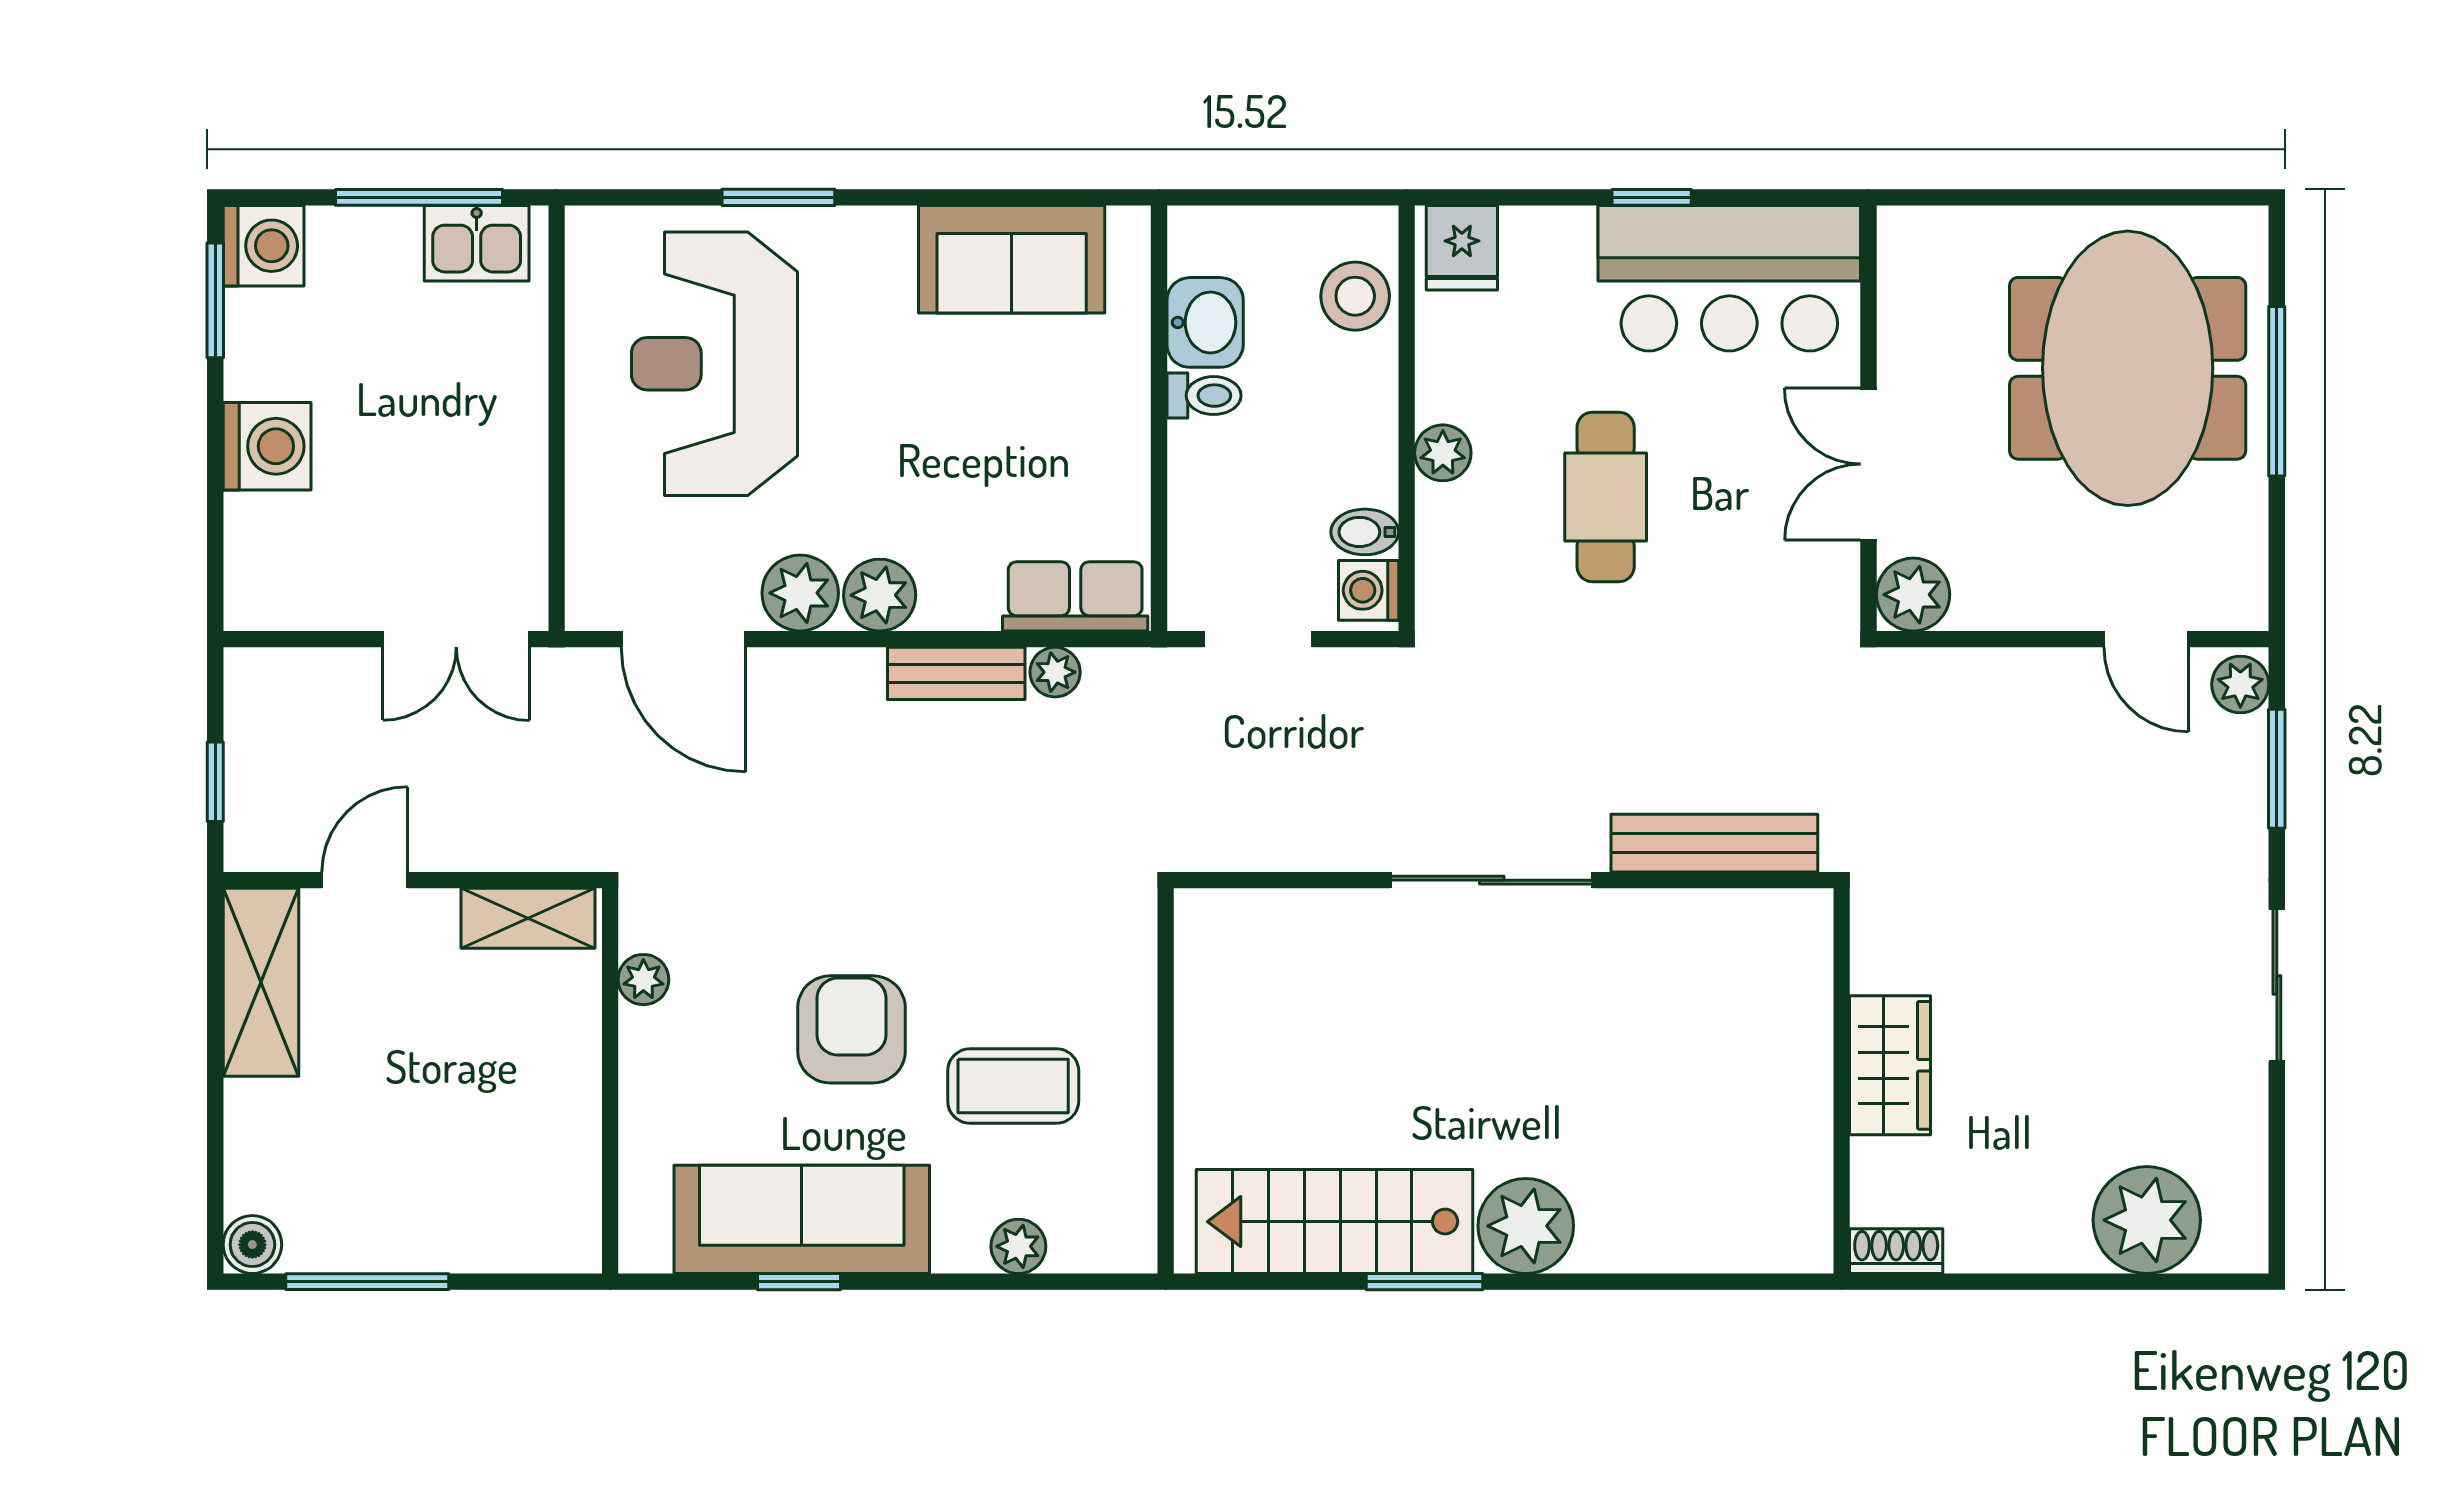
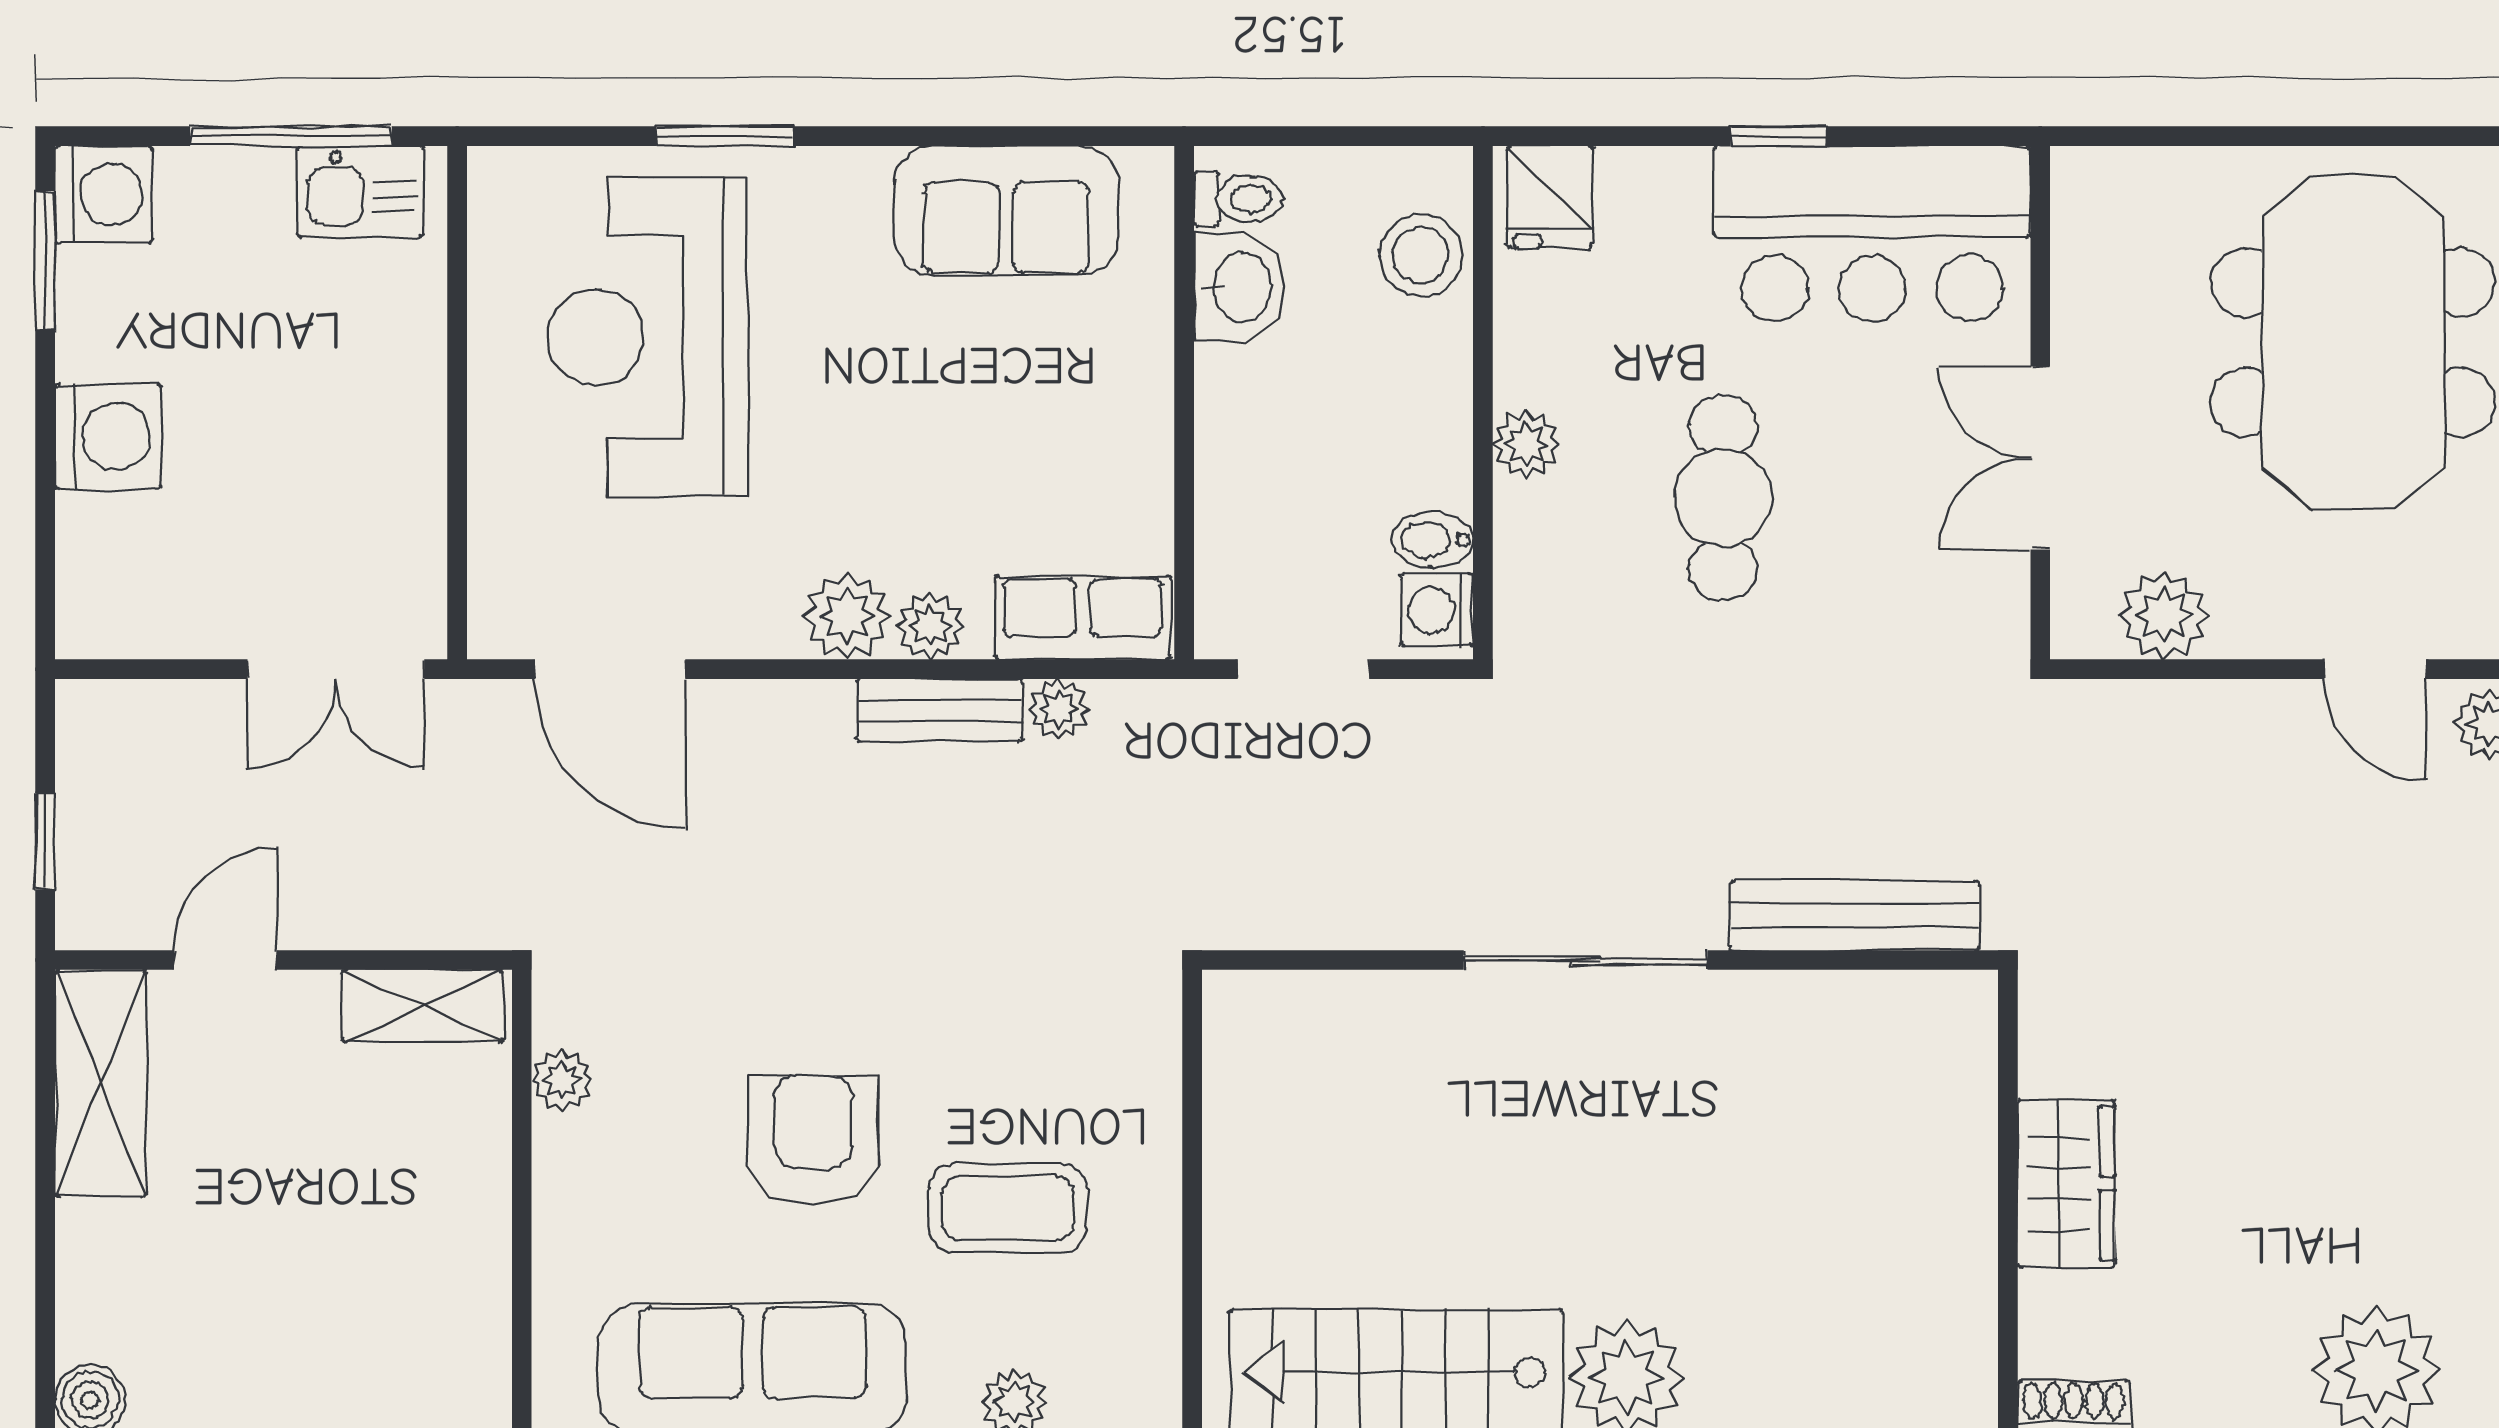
toilet: (1204, 396) -> (1238, 199), moved
plant: (800, 593) -> (930, 626), moved, width x0.73, depth x0.73
plant: (1913, 595) -> (2164, 615), moved

